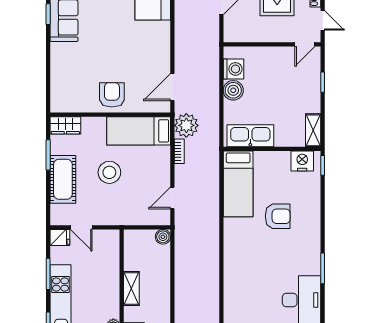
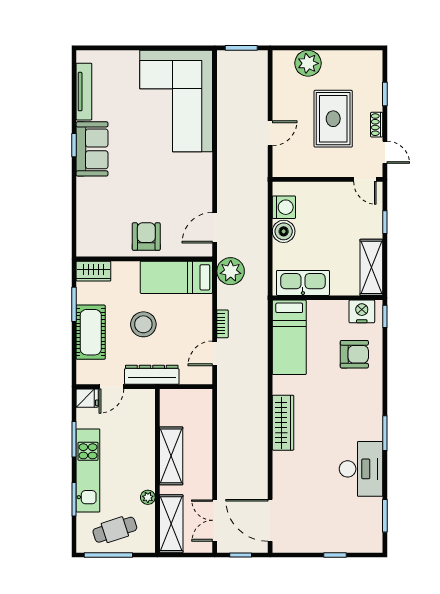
door: (305, 44) -> (365, 179), hinge flipped
shelving: (313, 130) -> (371, 267), width x1.50, depth x1.33
bookcase: (179, 151) -> (222, 324), moved
armchair: (278, 216) -> (354, 354), moved
dresser: (117, 217) -> (152, 375), added
door: (81, 227) -> (111, 387), hinge flipped
boiler: (163, 237) -> (204, 397), removed
wardrobe: (233, 259) -> (283, 423), added
shelving: (131, 289) -> (171, 456), width x1.50, depth x1.33

